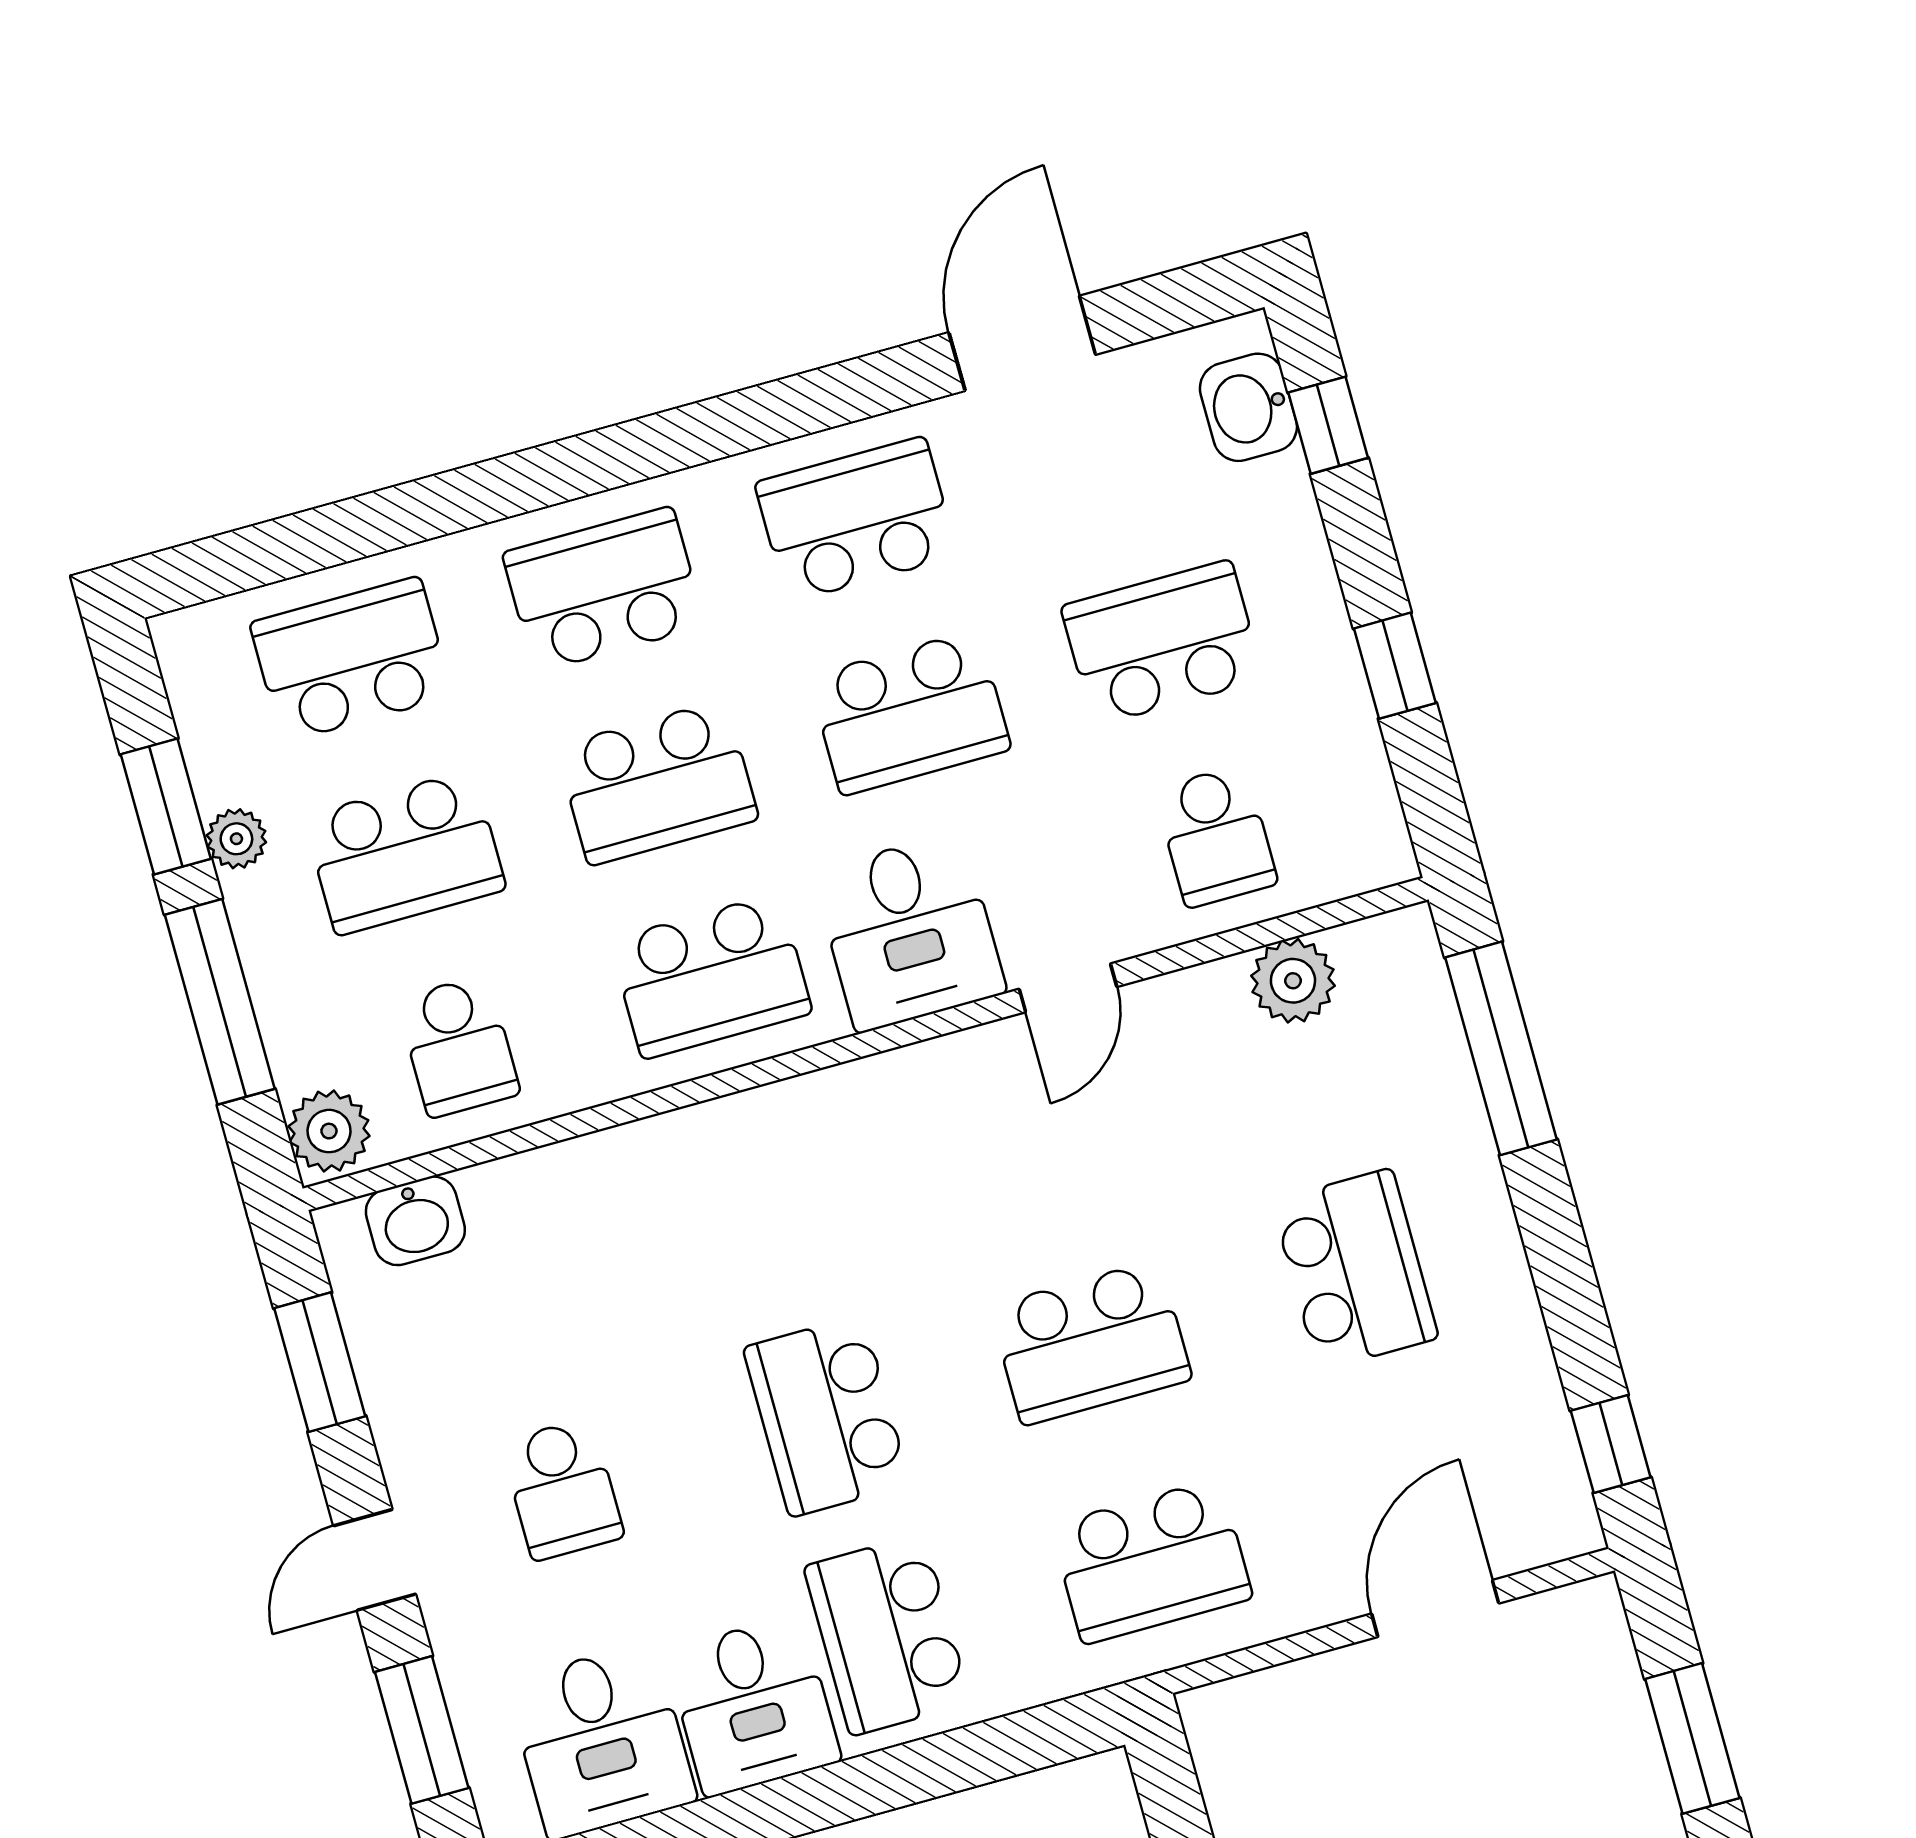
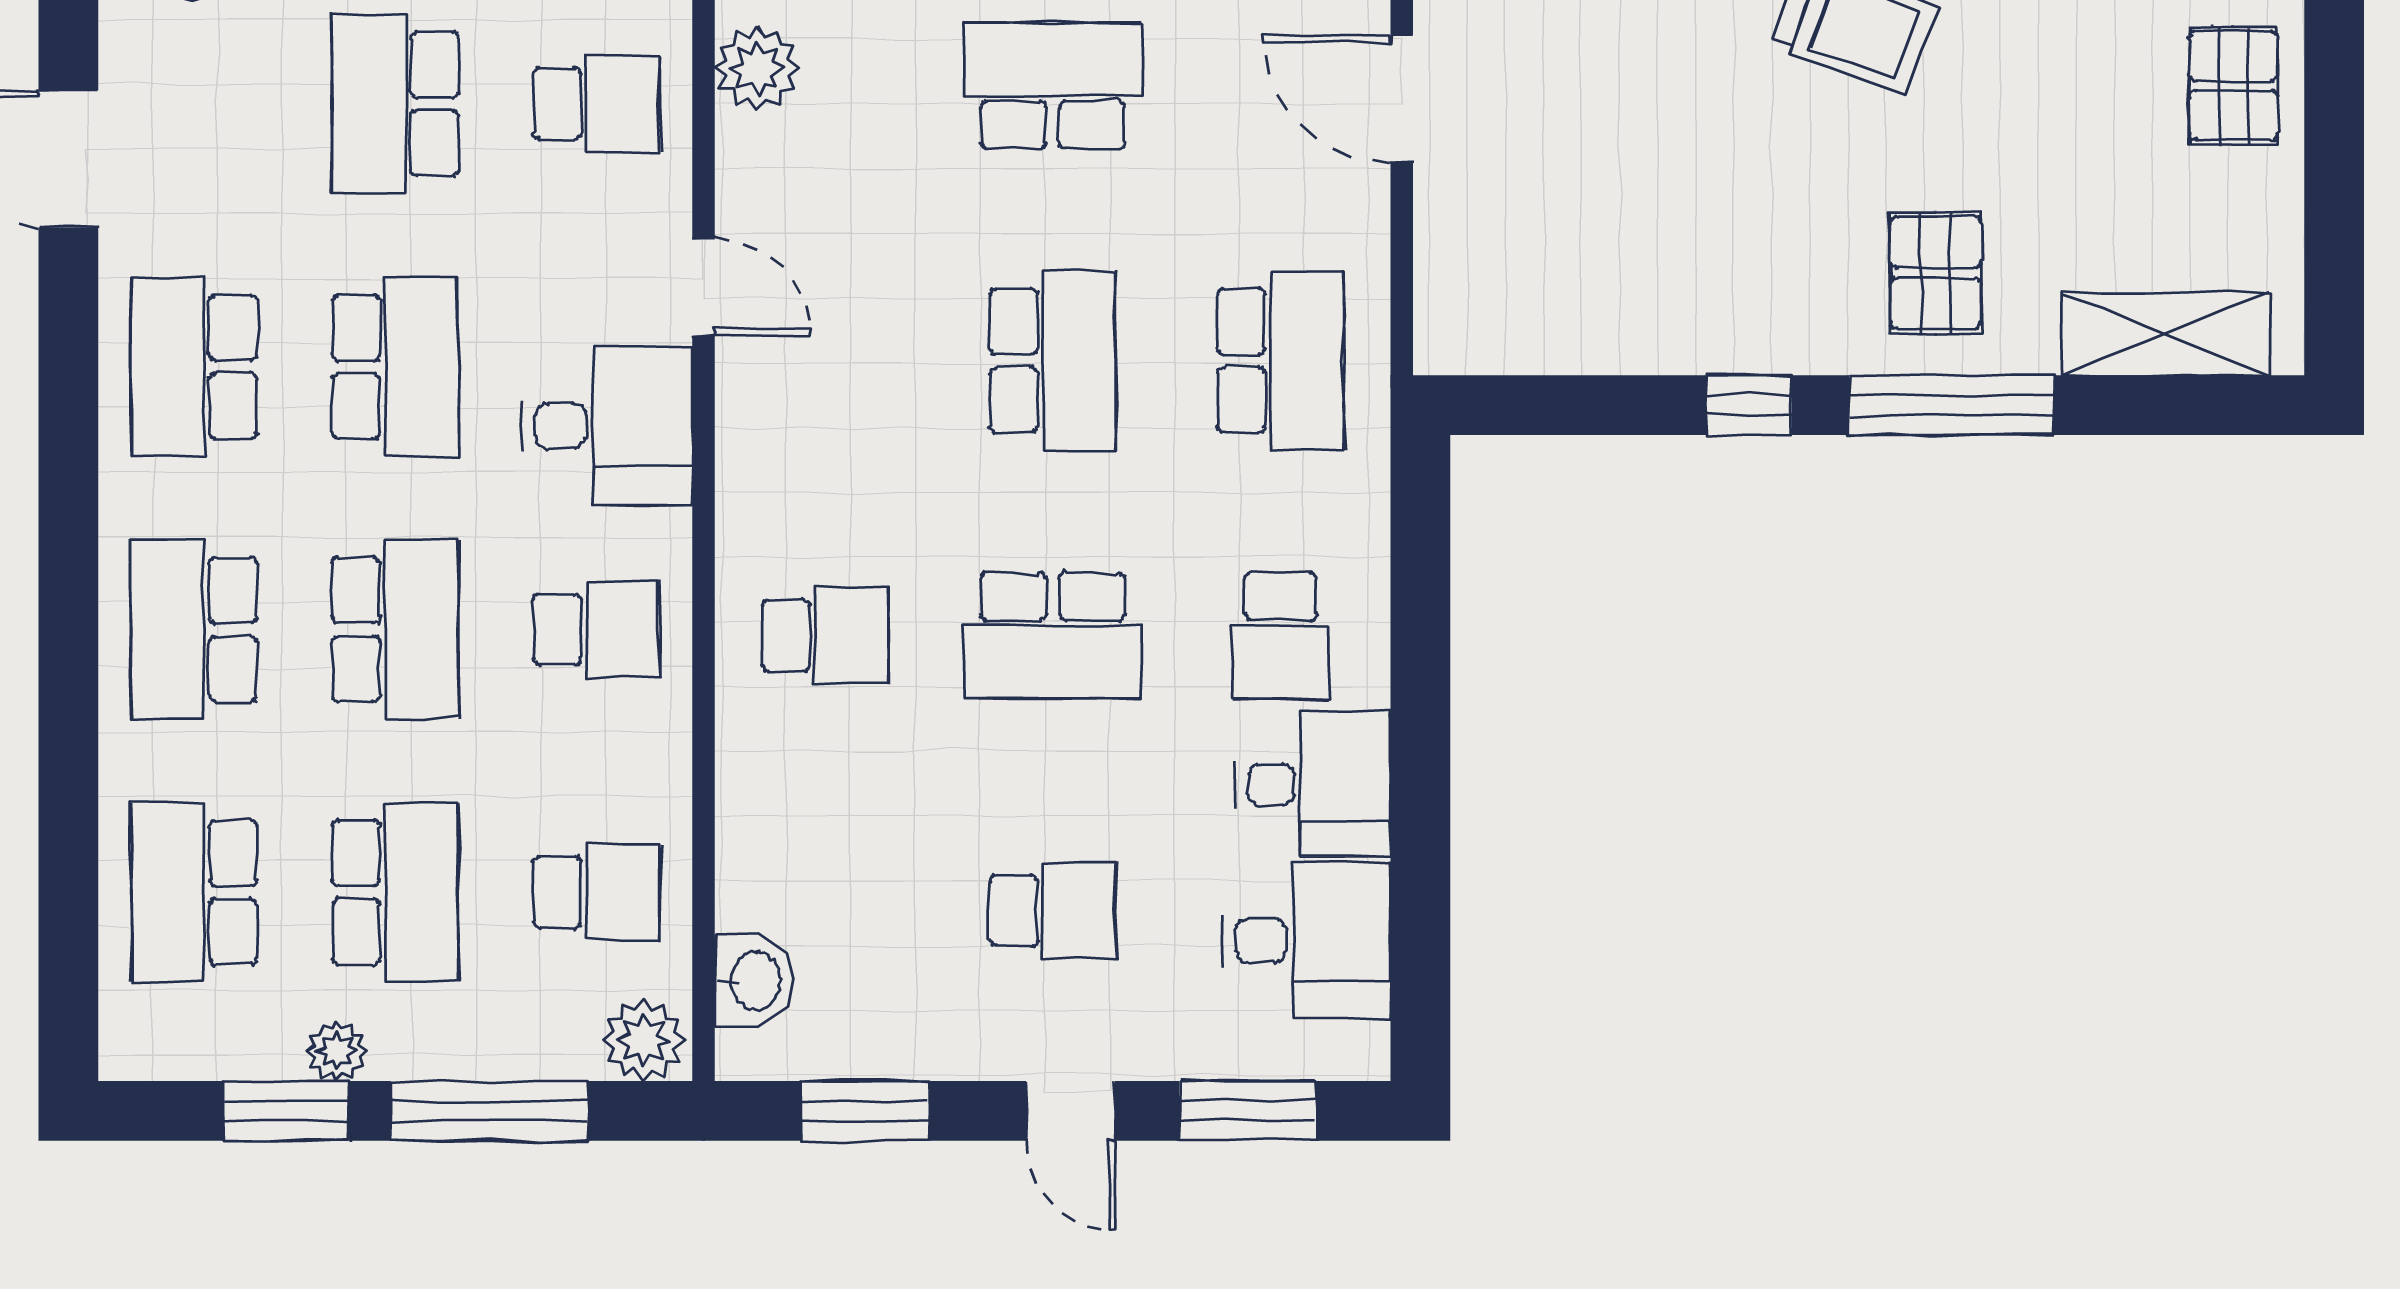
school desk: (711, 976) -> (597, 629), width x0.54
school desk: (766, 1197) -> (825, 636), added
school desk: (887, 1635) -> (1280, 636), width x0.54

